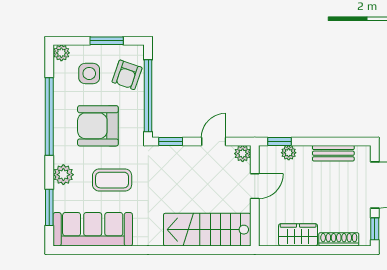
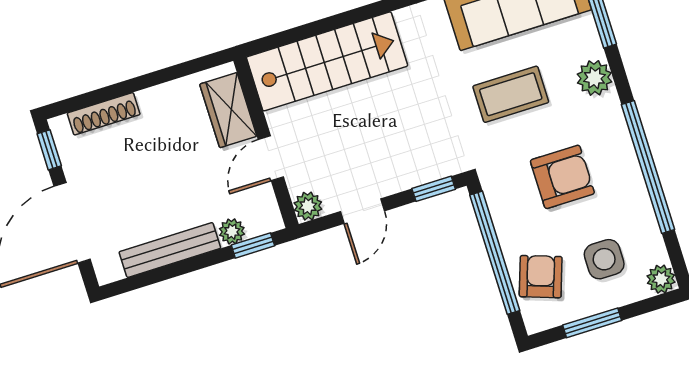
armchair: (98, 126) -> (562, 177), width x0.73, depth x0.73
bench: (333, 153) -> (170, 250), width x1.36
wardrobe: (298, 235) -> (228, 110), moved, turned 90

